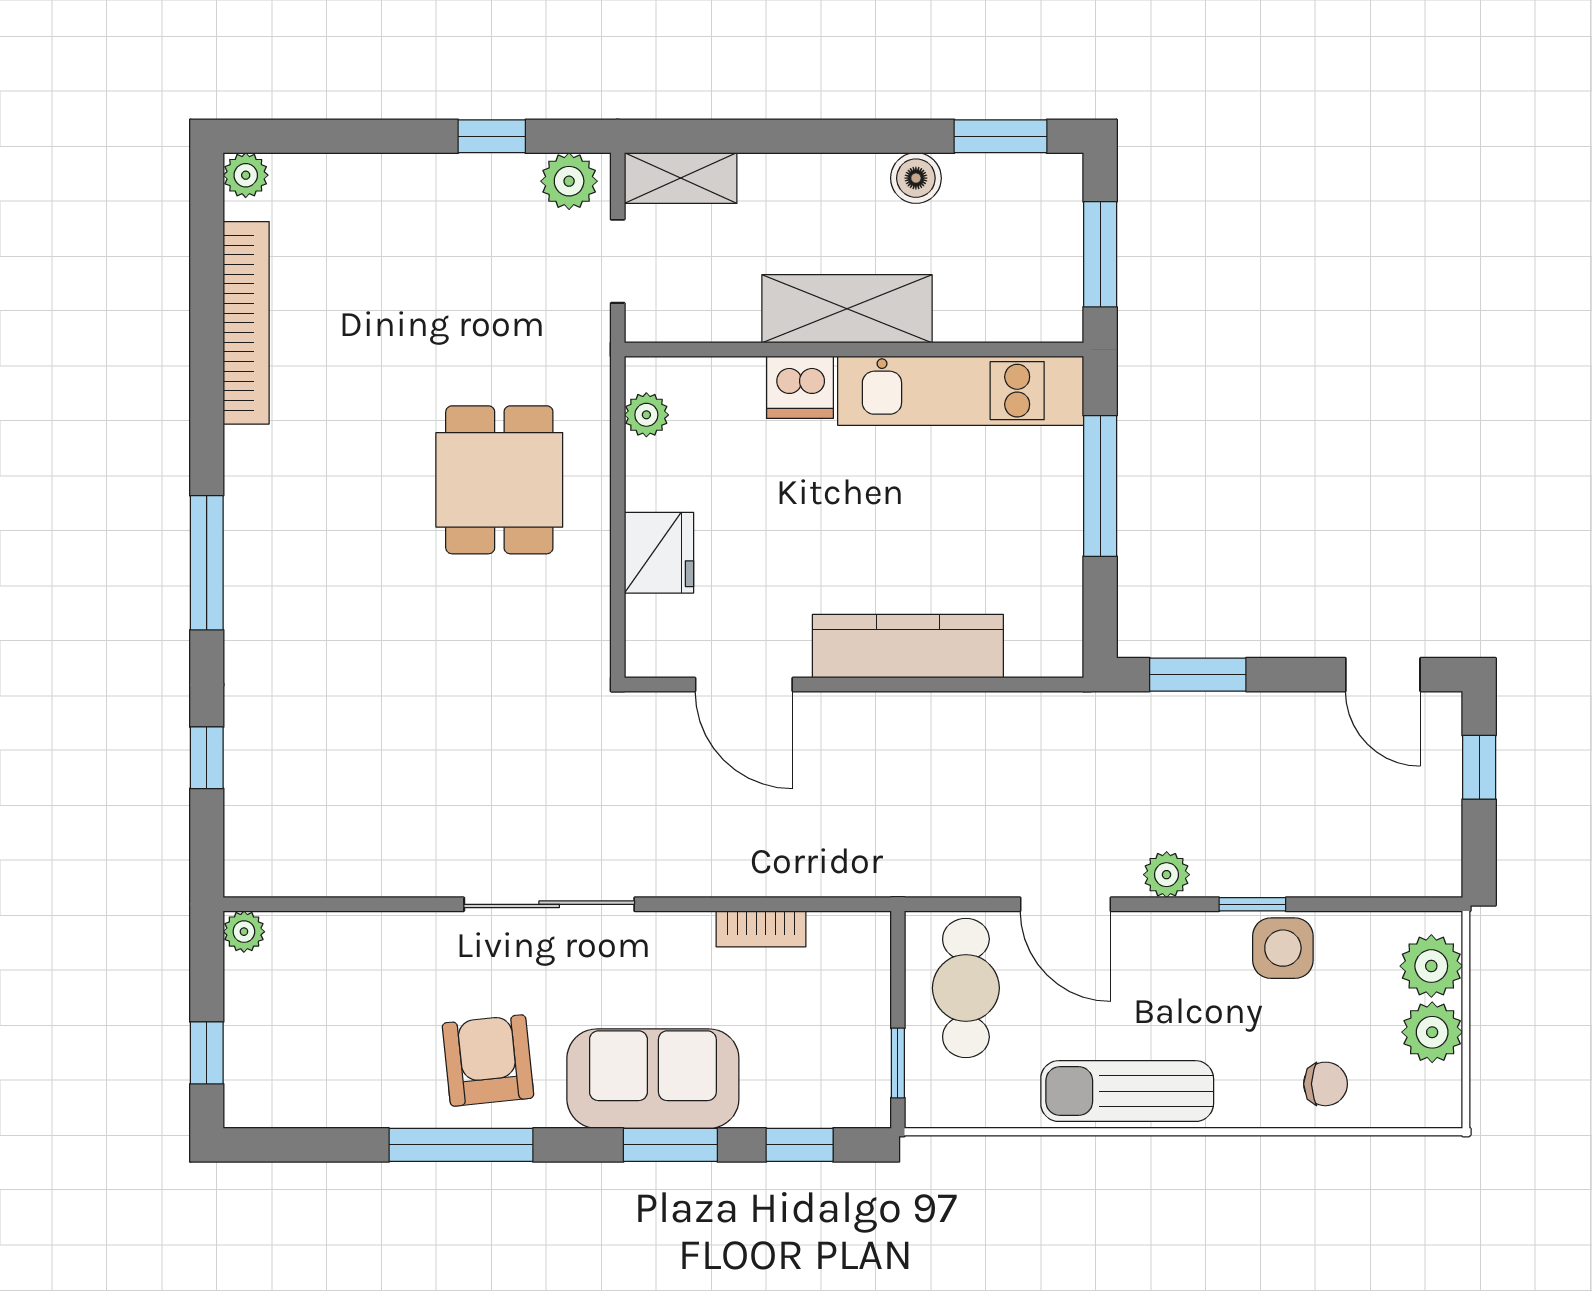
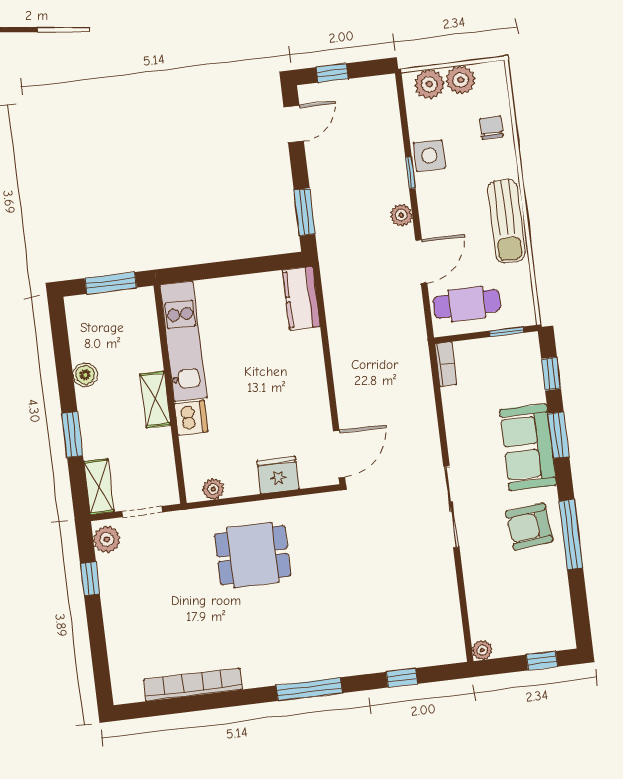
window: (1000, 136) -> (72, 435), moved
plant: (246, 175) -> (123, 693), removed
shelving: (847, 309) -> (155, 399), width x0.67, depth x0.75
window: (1100, 486) -> (221, 269), removed
kitchen counter: (908, 646) -> (301, 298), moved, width x0.67
door: (744, 685) -> (339, 454), moved
bookcase: (761, 929) -> (446, 364), moved

